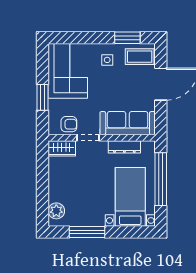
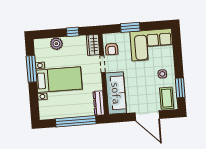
dresser: (124, 147) -> (99, 103), moved
window: (43, 174) -> (73, 32), added
bed with nightstands: (130, 197) -> (59, 80), moved
plant: (56, 211) -> (56, 44), moved

